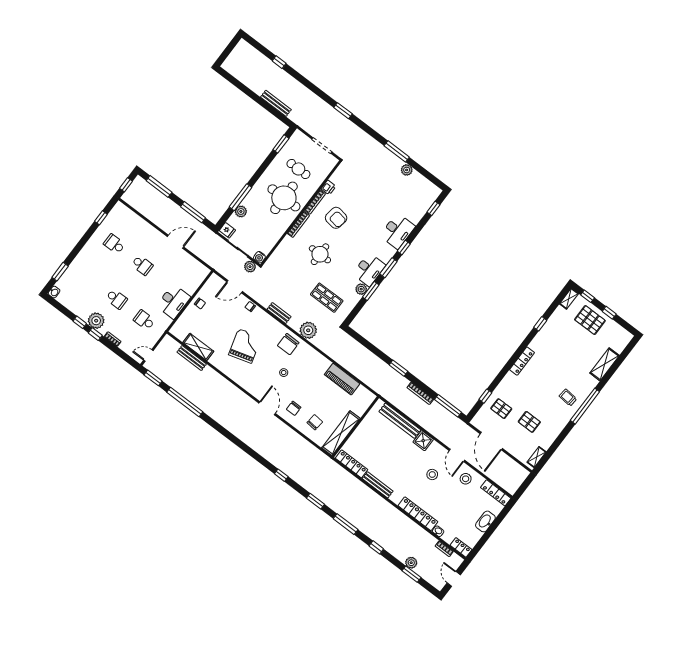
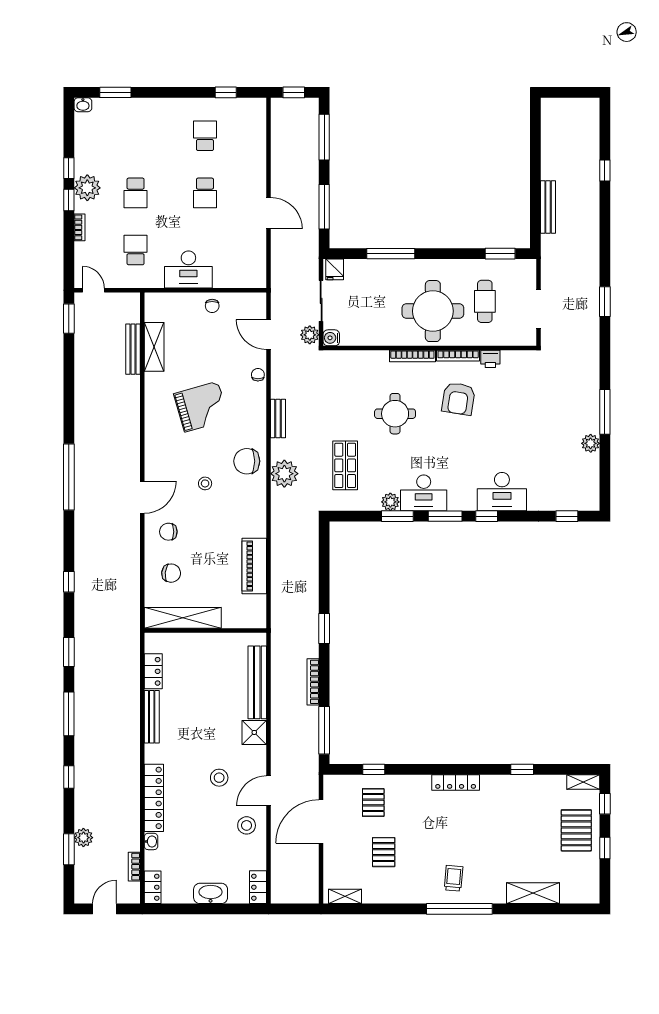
plant: (241, 211) -> (373, 268), removed
window: (185, 402) -> (69, 477), moved
locker: (352, 464) -> (153, 671), width x0.66
locker: (496, 493) -> (258, 887), width x0.66

